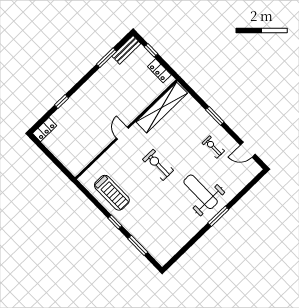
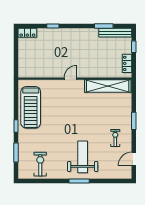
bench: (126, 50) -> (115, 33), width x1.36
door: (248, 150) -> (134, 159), hinge flipped
exercise bike: (158, 165) -> (40, 164), moved
treadmill: (112, 193) -> (31, 107), width x1.37, depth x1.38

